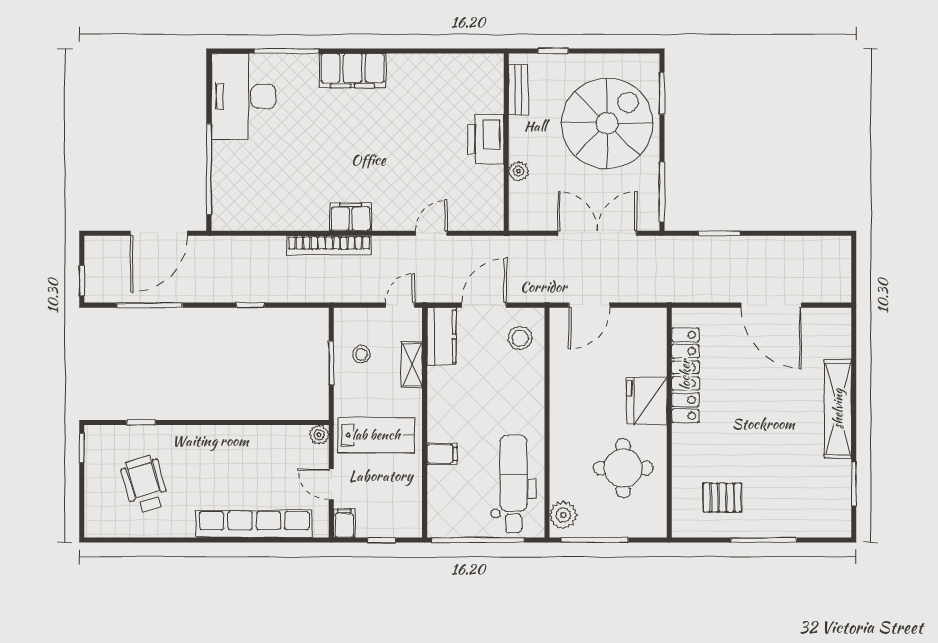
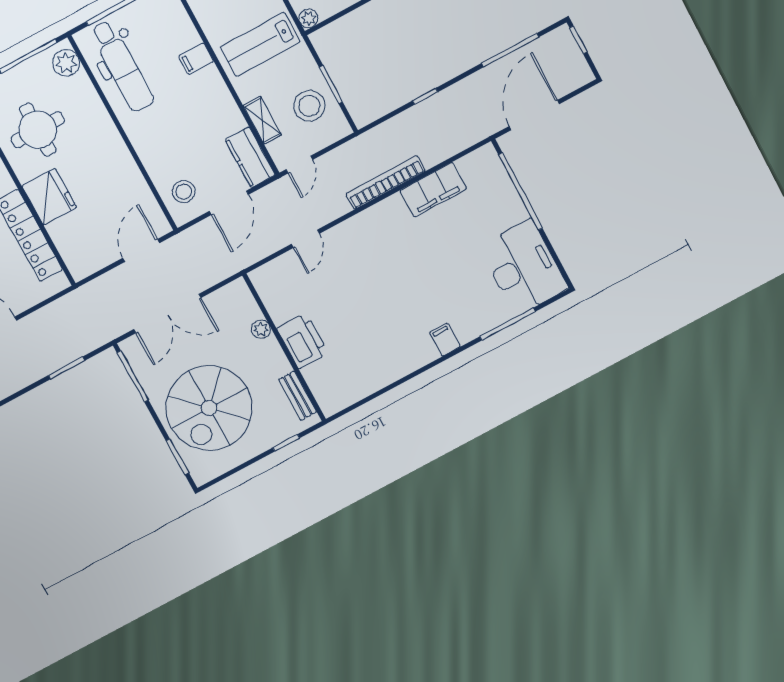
filing cabinet: (353, 71) -> (445, 340), width x0.33, depth x0.86
filing cabinet: (351, 217) -> (433, 190), moved, width x1.50, depth x1.17
stool: (361, 354) -> (309, 106), width x1.89, depth x1.89

